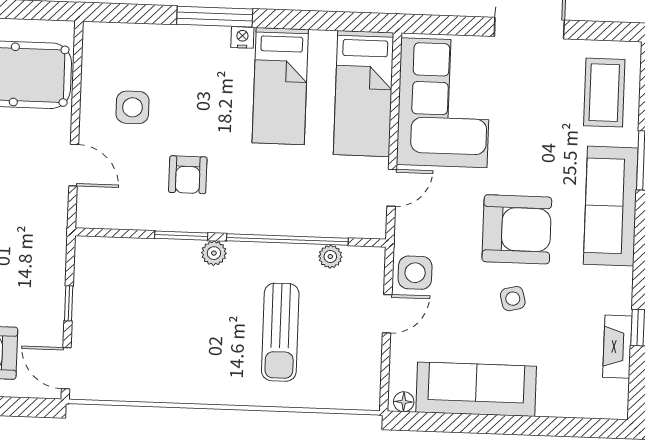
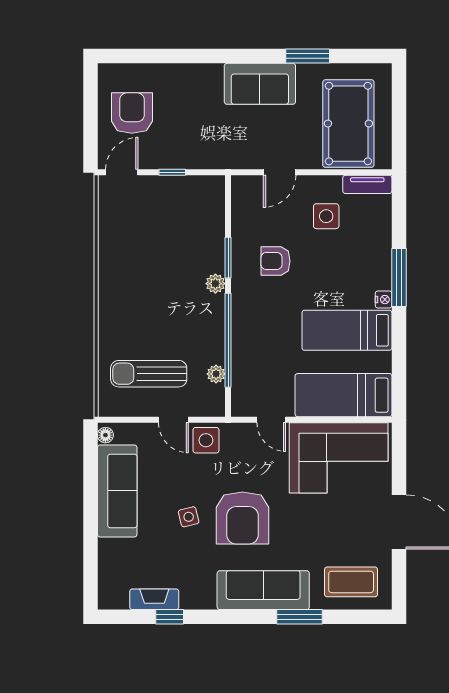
tv unit: (94, 53) -> (367, 184), added
sun lounger: (280, 332) -> (149, 374), moved

